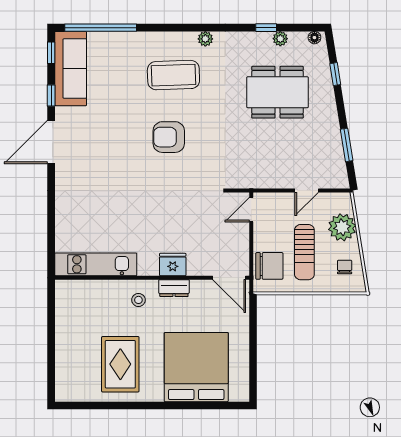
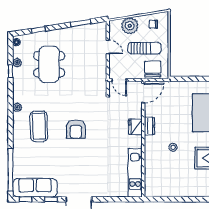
kitchen unit: (96, 264) -> (135, 173), moved
fridge: (173, 265) -> (135, 127), moved
wall: (152, 278) -> (143, 139), moved
door: (229, 278) -> (143, 93), moved
dresser: (174, 288) -> (149, 126), moved

